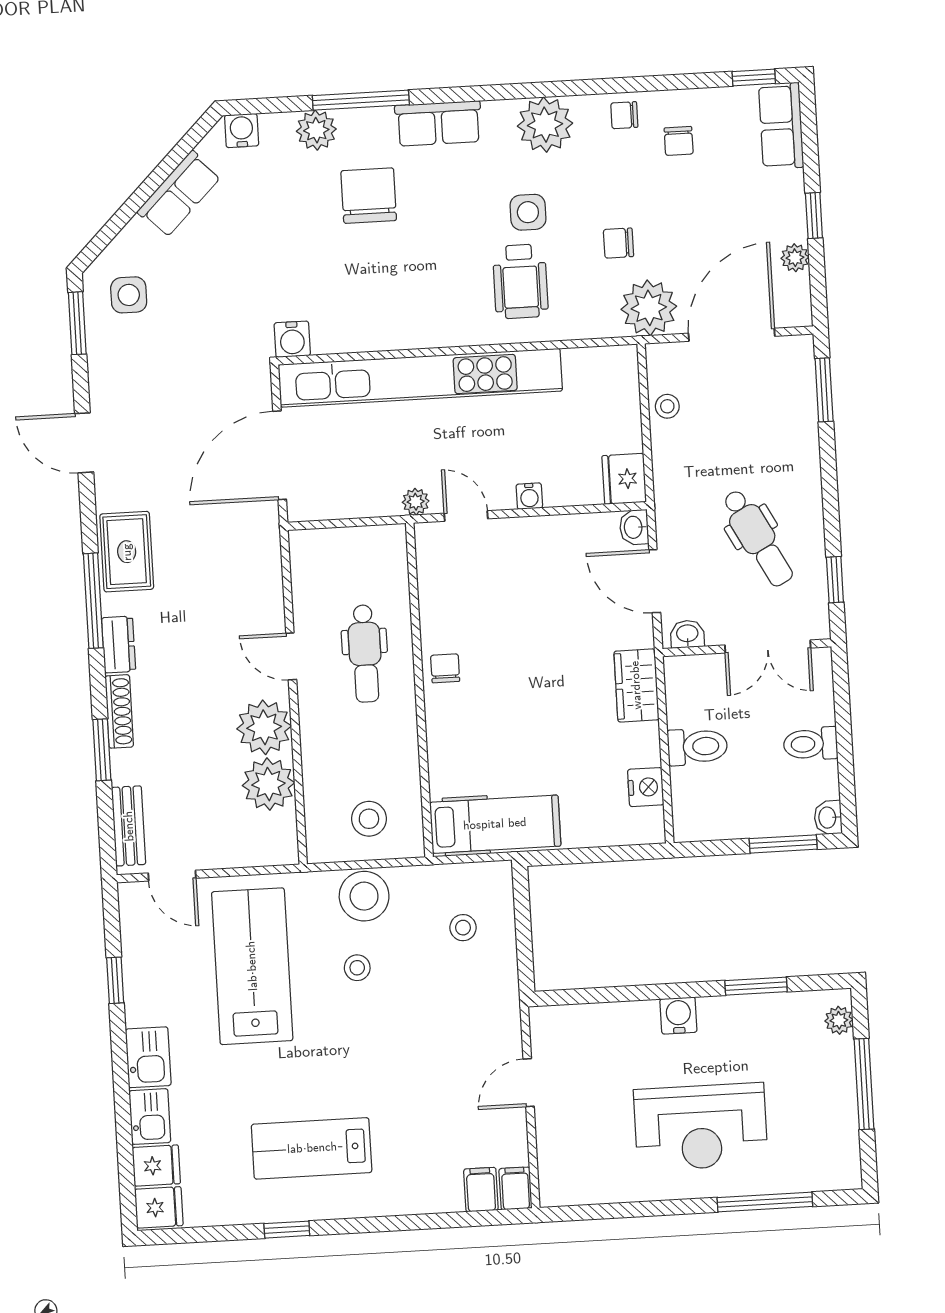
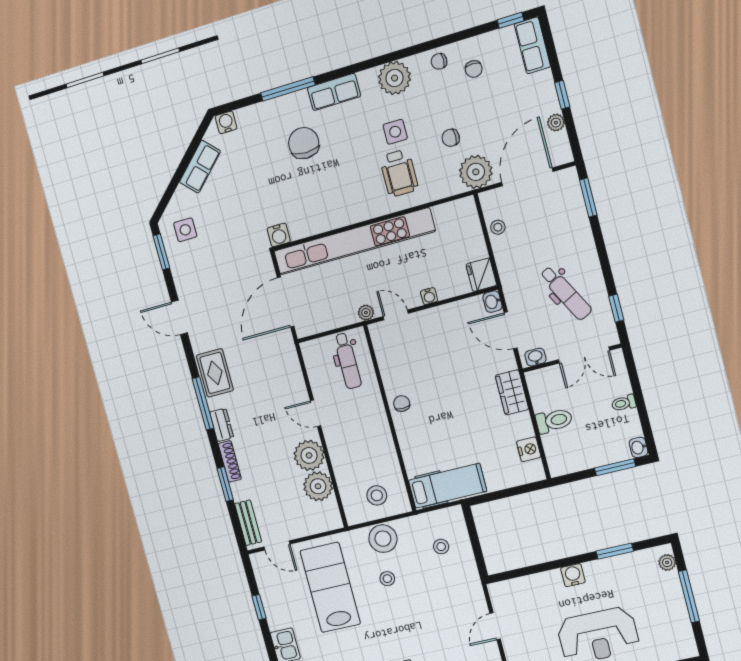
plant: (316, 130) -> (267, 112), removed
dental chair: (365, 654) -> (348, 361), moved
toilet: (810, 744) -> (624, 403), width x0.73, depth x0.72

